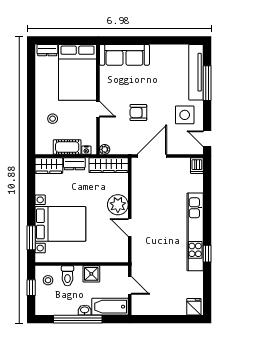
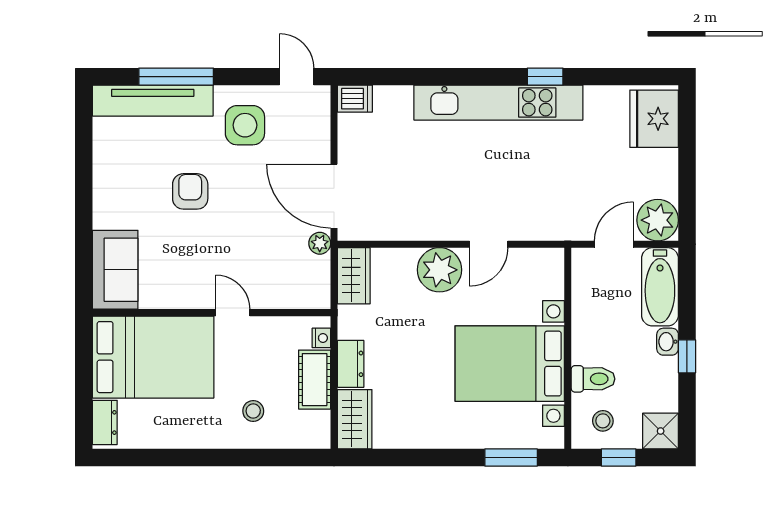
sofa: (124, 55) -> (115, 270), width x0.73
door: (98, 109) -> (233, 313), hinge flipped
armchair: (138, 113) -> (190, 191), moved, turned 180
door: (207, 139) -> (297, 77), swing flipped
plant: (105, 149) -> (320, 243), moved
wardrobe: (109, 165) -> (354, 276), width x0.67
bed with nightstands: (60, 224) -> (510, 364), moved, turned -90
shower: (91, 274) -> (661, 431), moved
plant: (141, 306) -> (658, 220), added
fridge: (194, 307) -> (654, 119), width x1.88, depth x1.34
window: (78, 319) -> (687, 356), width x0.32

